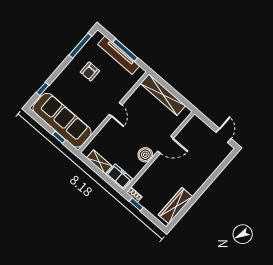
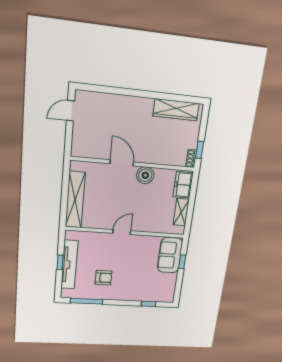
window: (125, 50) -> (60, 262), width x0.46
sofa: (62, 120) -> (170, 255), width x0.54, depth x0.79

